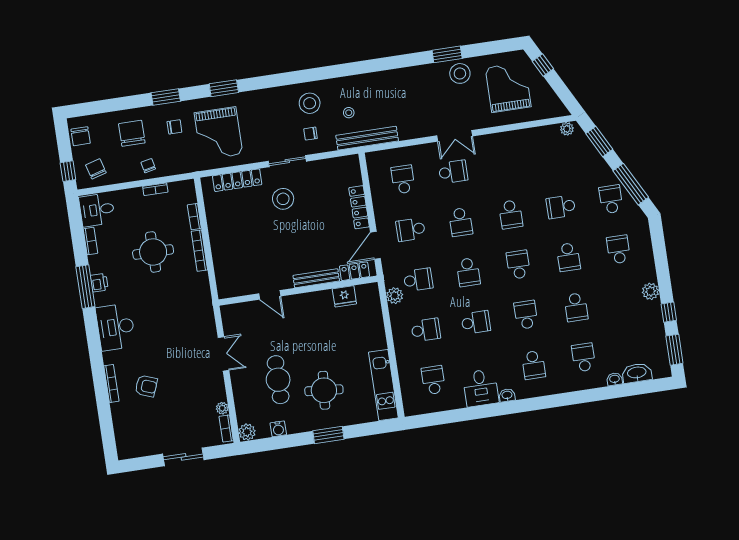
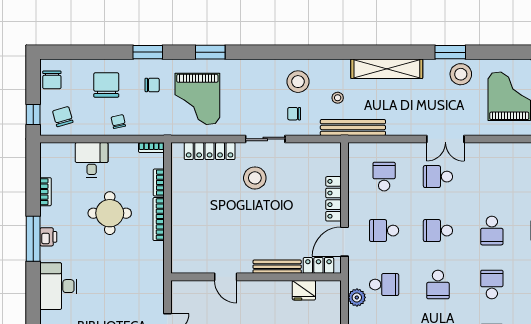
shelving: (390, 79) -> (387, 69), added
school desk: (453, 172) -> (438, 177), turned 180
bookcase: (155, 189) -> (151, 147), moved
desk: (97, 210) -> (92, 160), moved, turned 90
school desk: (461, 222) -> (438, 231), turned 90

